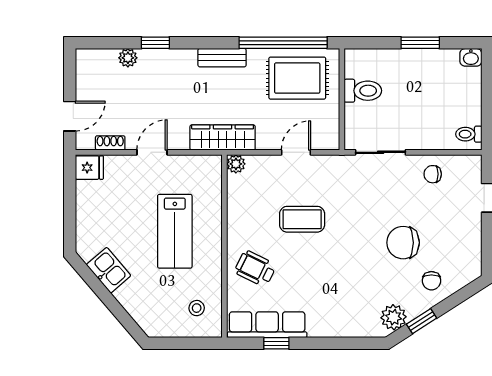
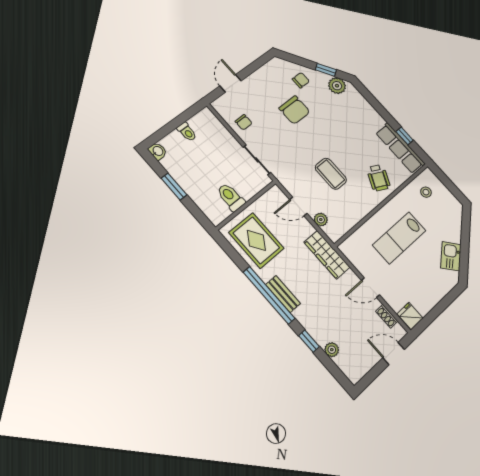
window: (283, 43) -> (269, 295), moved
toilet: (469, 134) -> (187, 132), moved
plant: (236, 164) -> (321, 220), moved
lab bench: (175, 231) -> (399, 238), turned 180

